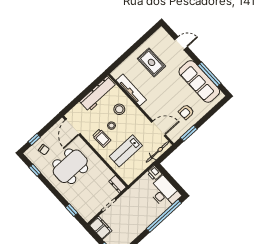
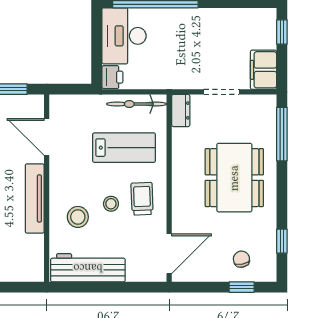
tv unit: (131, 90) -> (35, 198), moved
bicycle: (158, 152) -> (137, 104), moved
dining table: (70, 166) -> (234, 178), moved, turned 90
window: (72, 210) -> (282, 134), width x2.17

